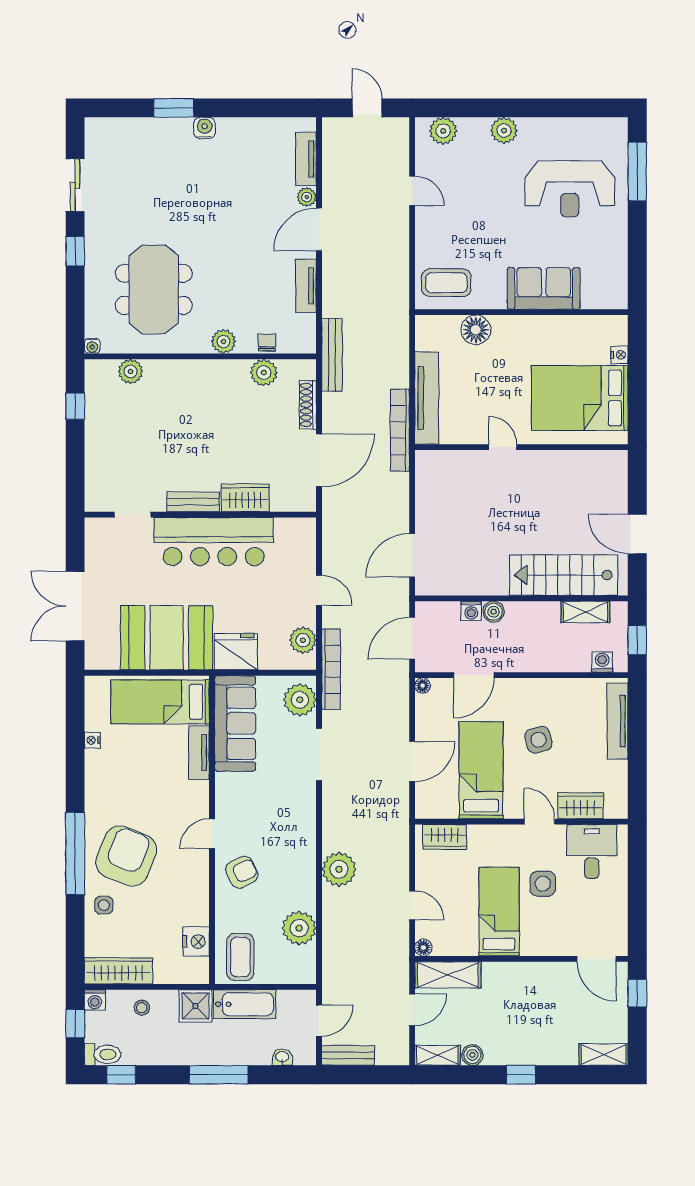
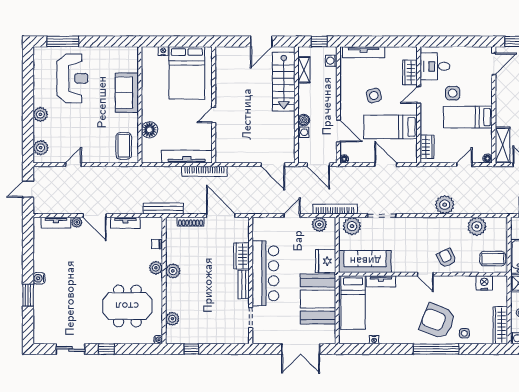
plant: (264, 373) -> (173, 271), moved

